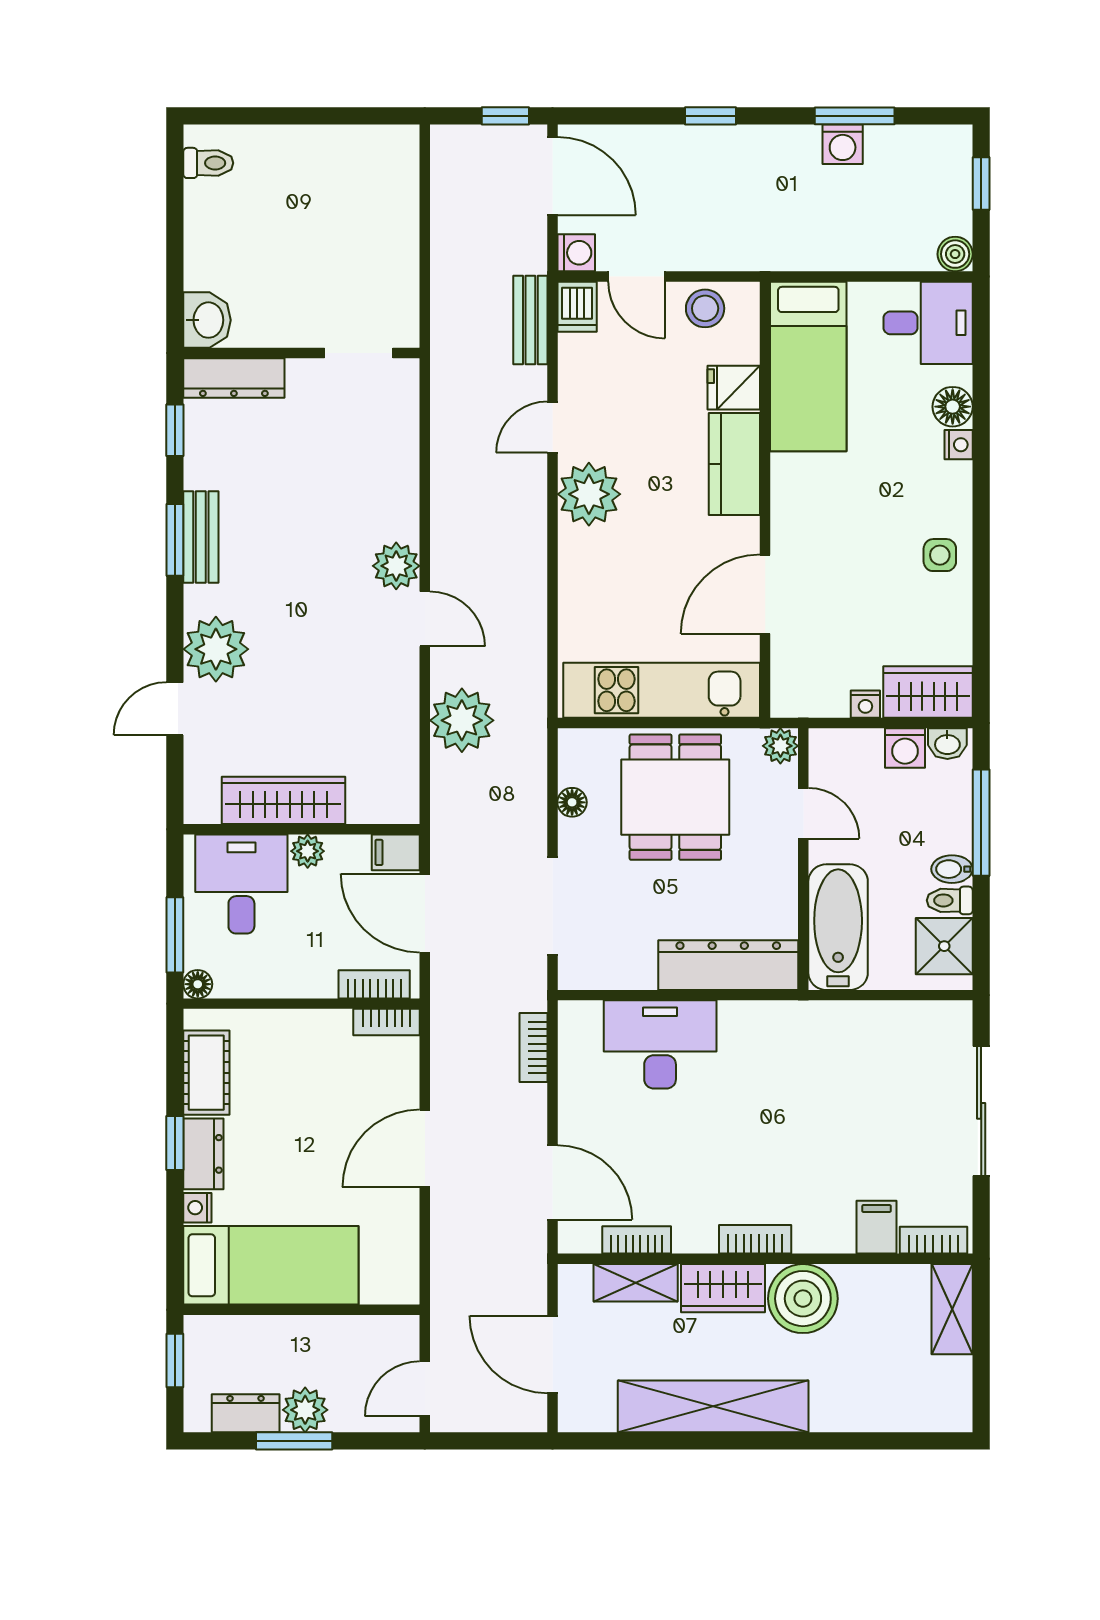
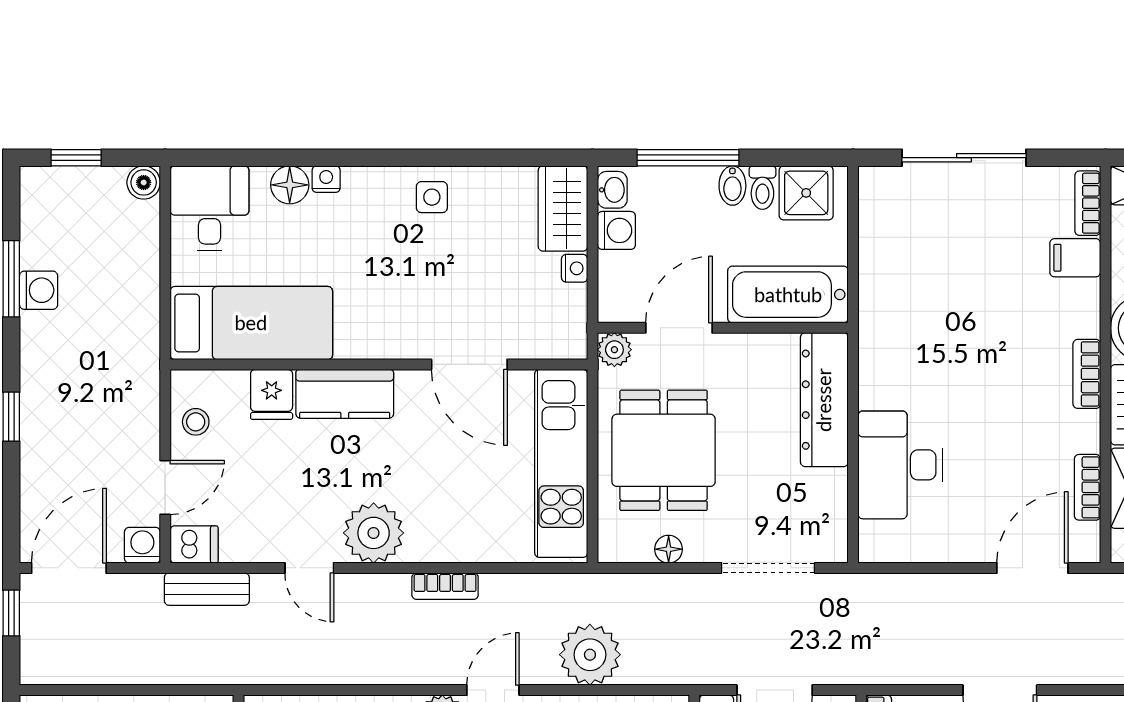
stool: (705, 308) -> (196, 422), width x0.73, depth x0.73
dining table: (675, 797) -> (664, 450), turned 90
door: (803, 813) -> (679, 328), width x1.38
bookcase: (533, 1048) -> (445, 586), moved

